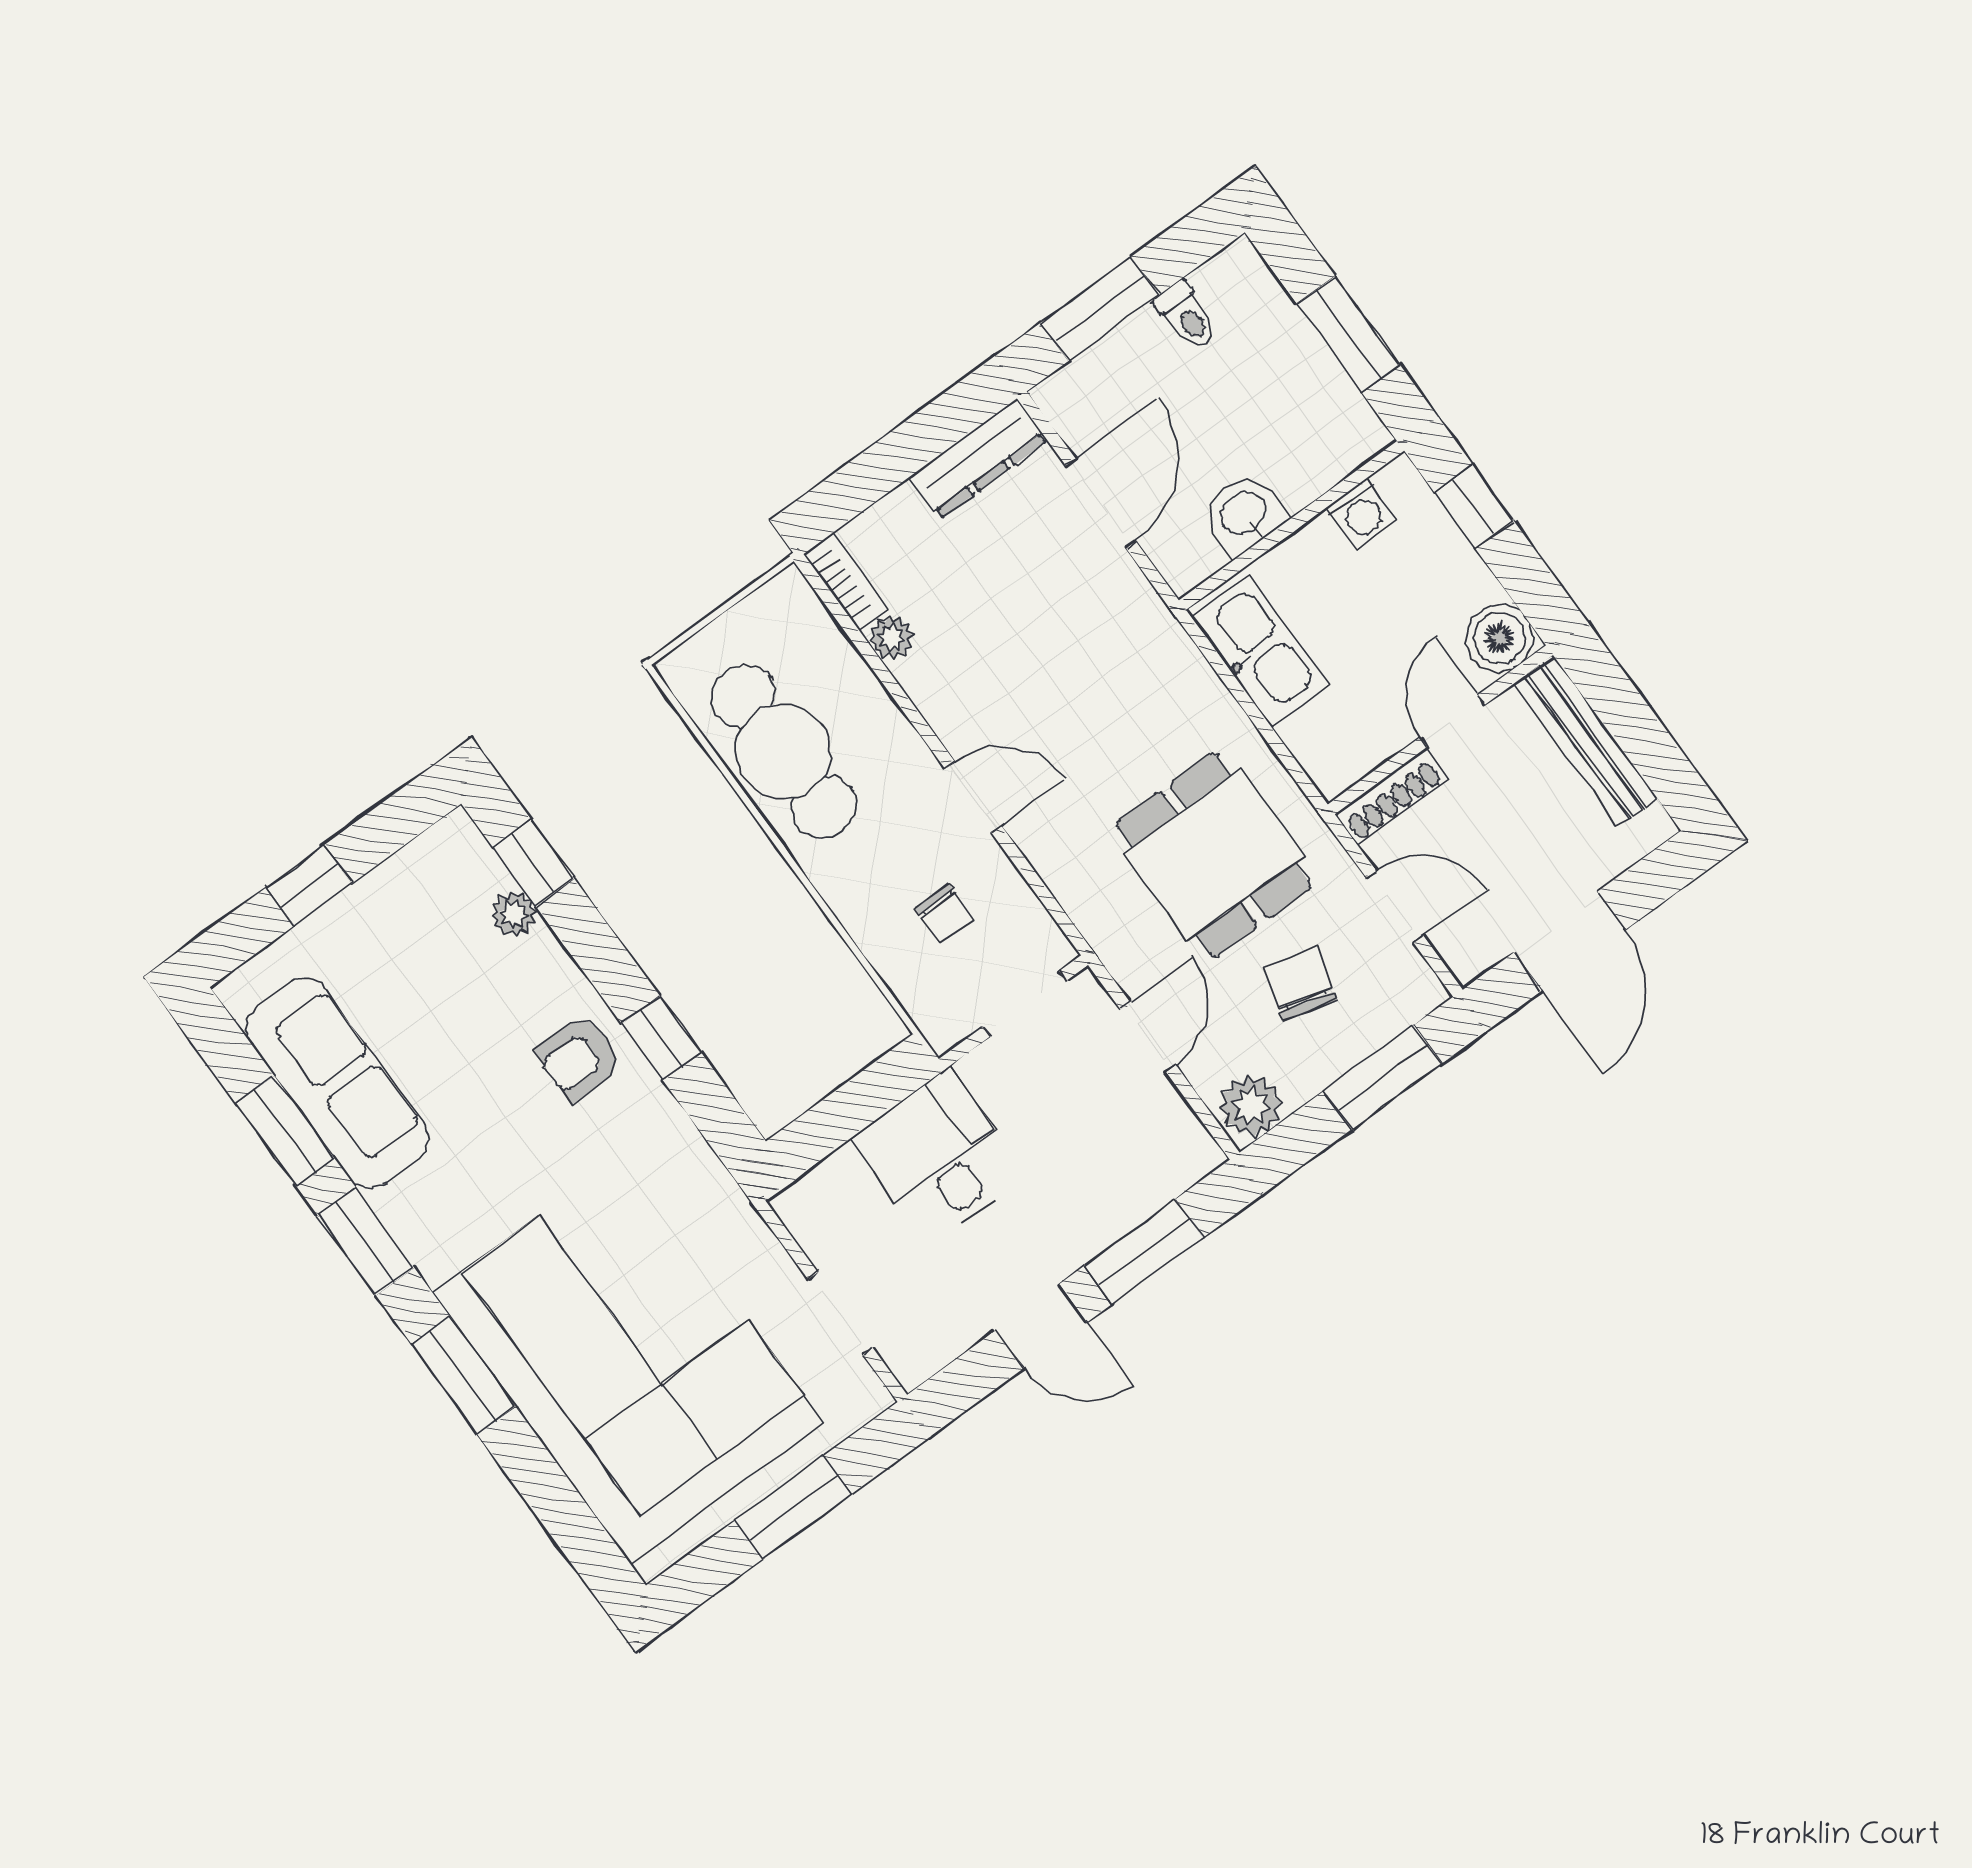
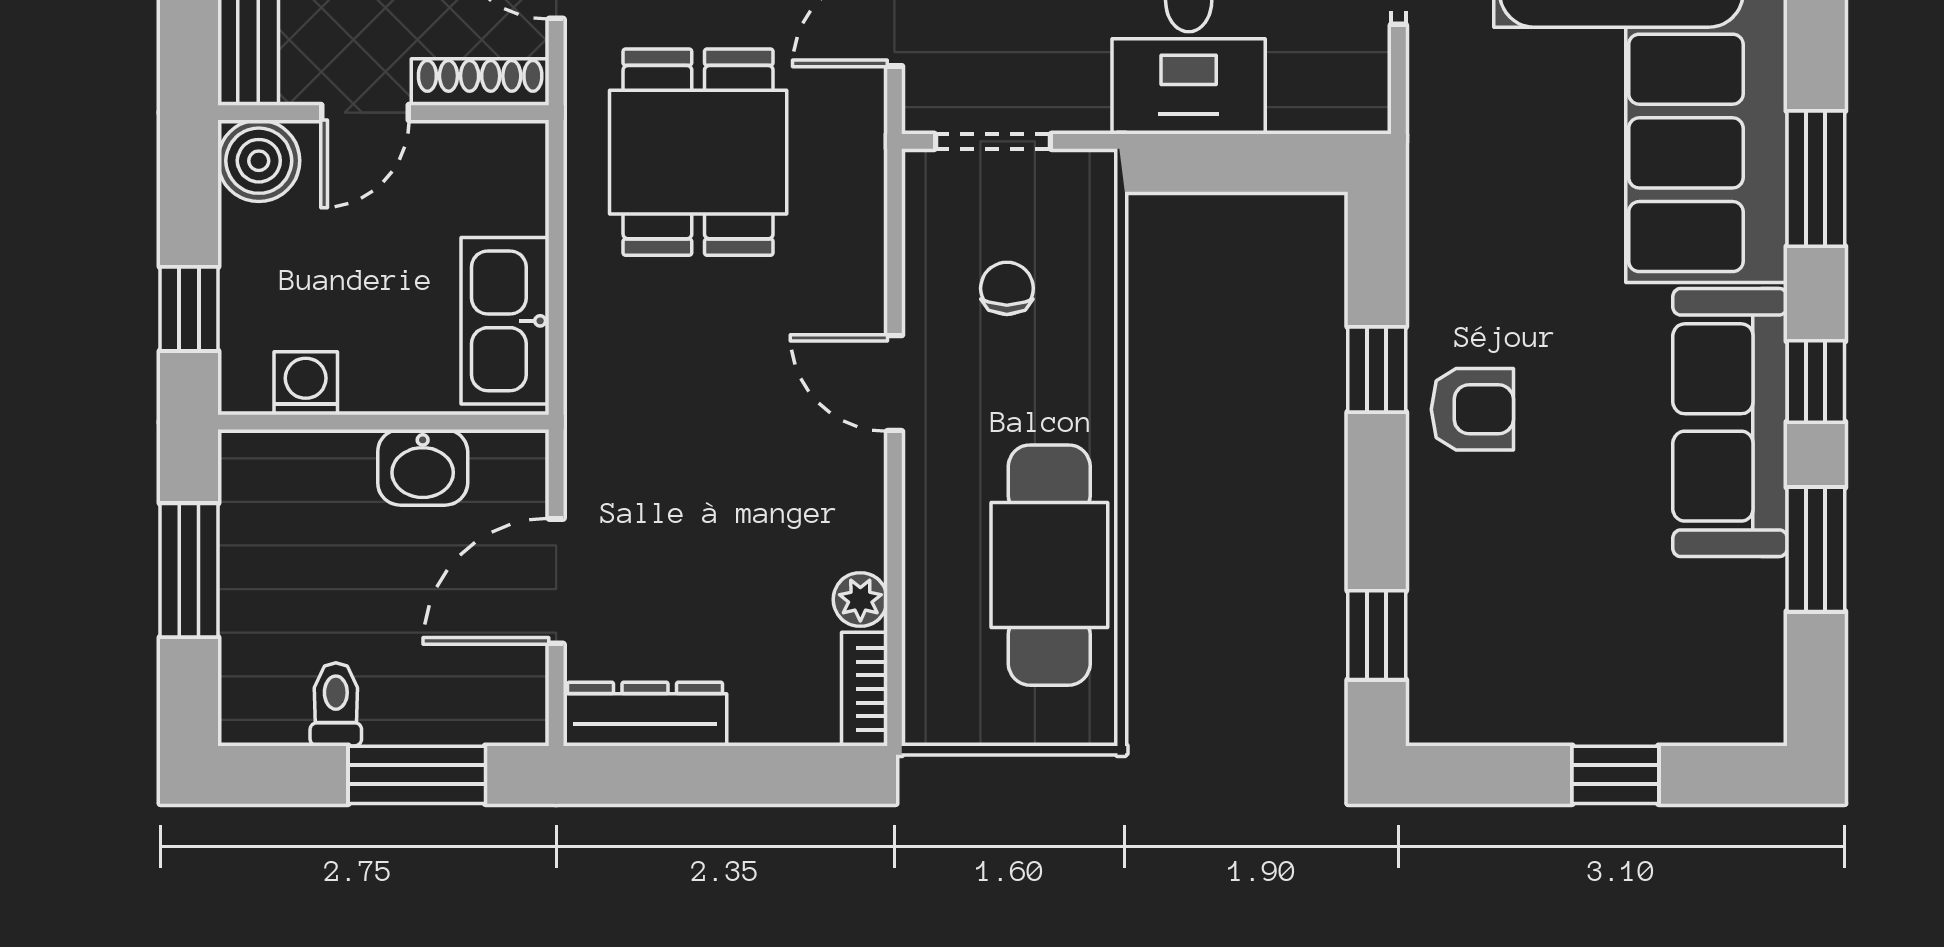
plant: (514, 914) -> (1433, 599), removed
sofa: (337, 1083) -> (1730, 422), moved
window: (366, 1241) -> (1816, 381), width x0.67

